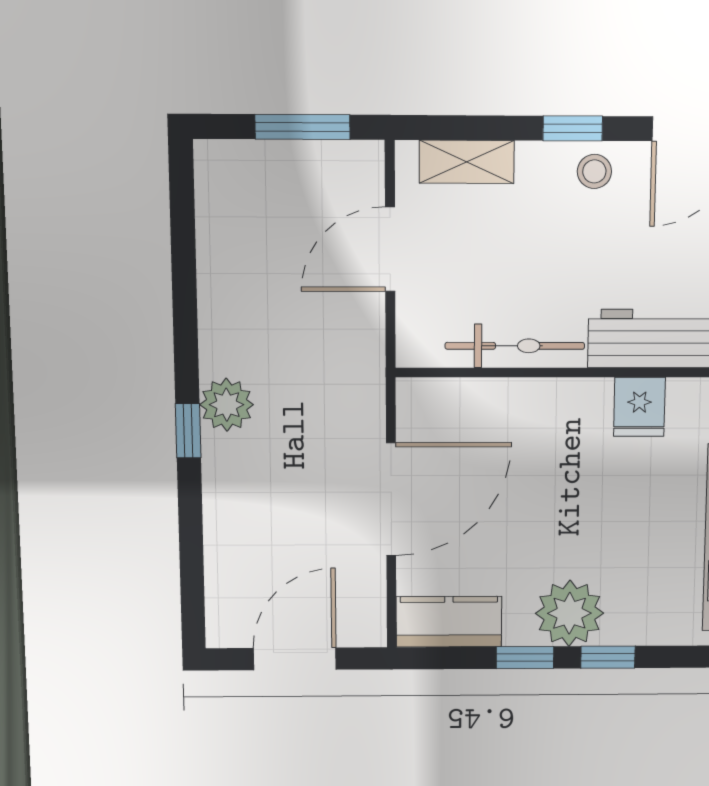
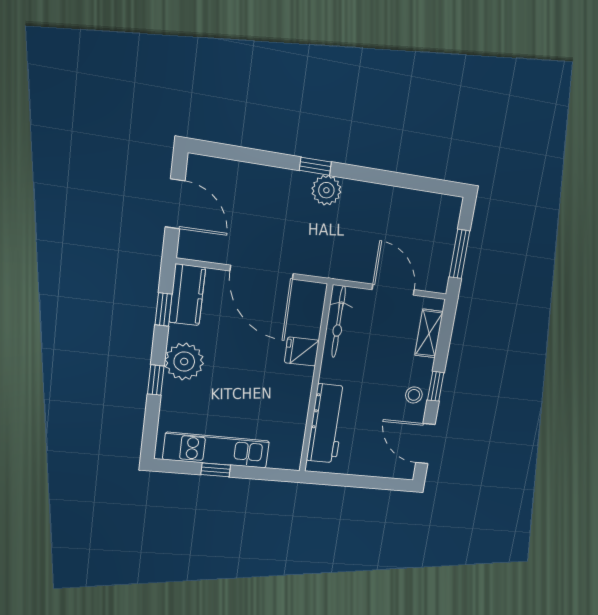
bicycle: (515, 346) -> (339, 322), moved
fridge: (639, 407) -> (302, 351), moved
window: (525, 658) -> (163, 309), moved

